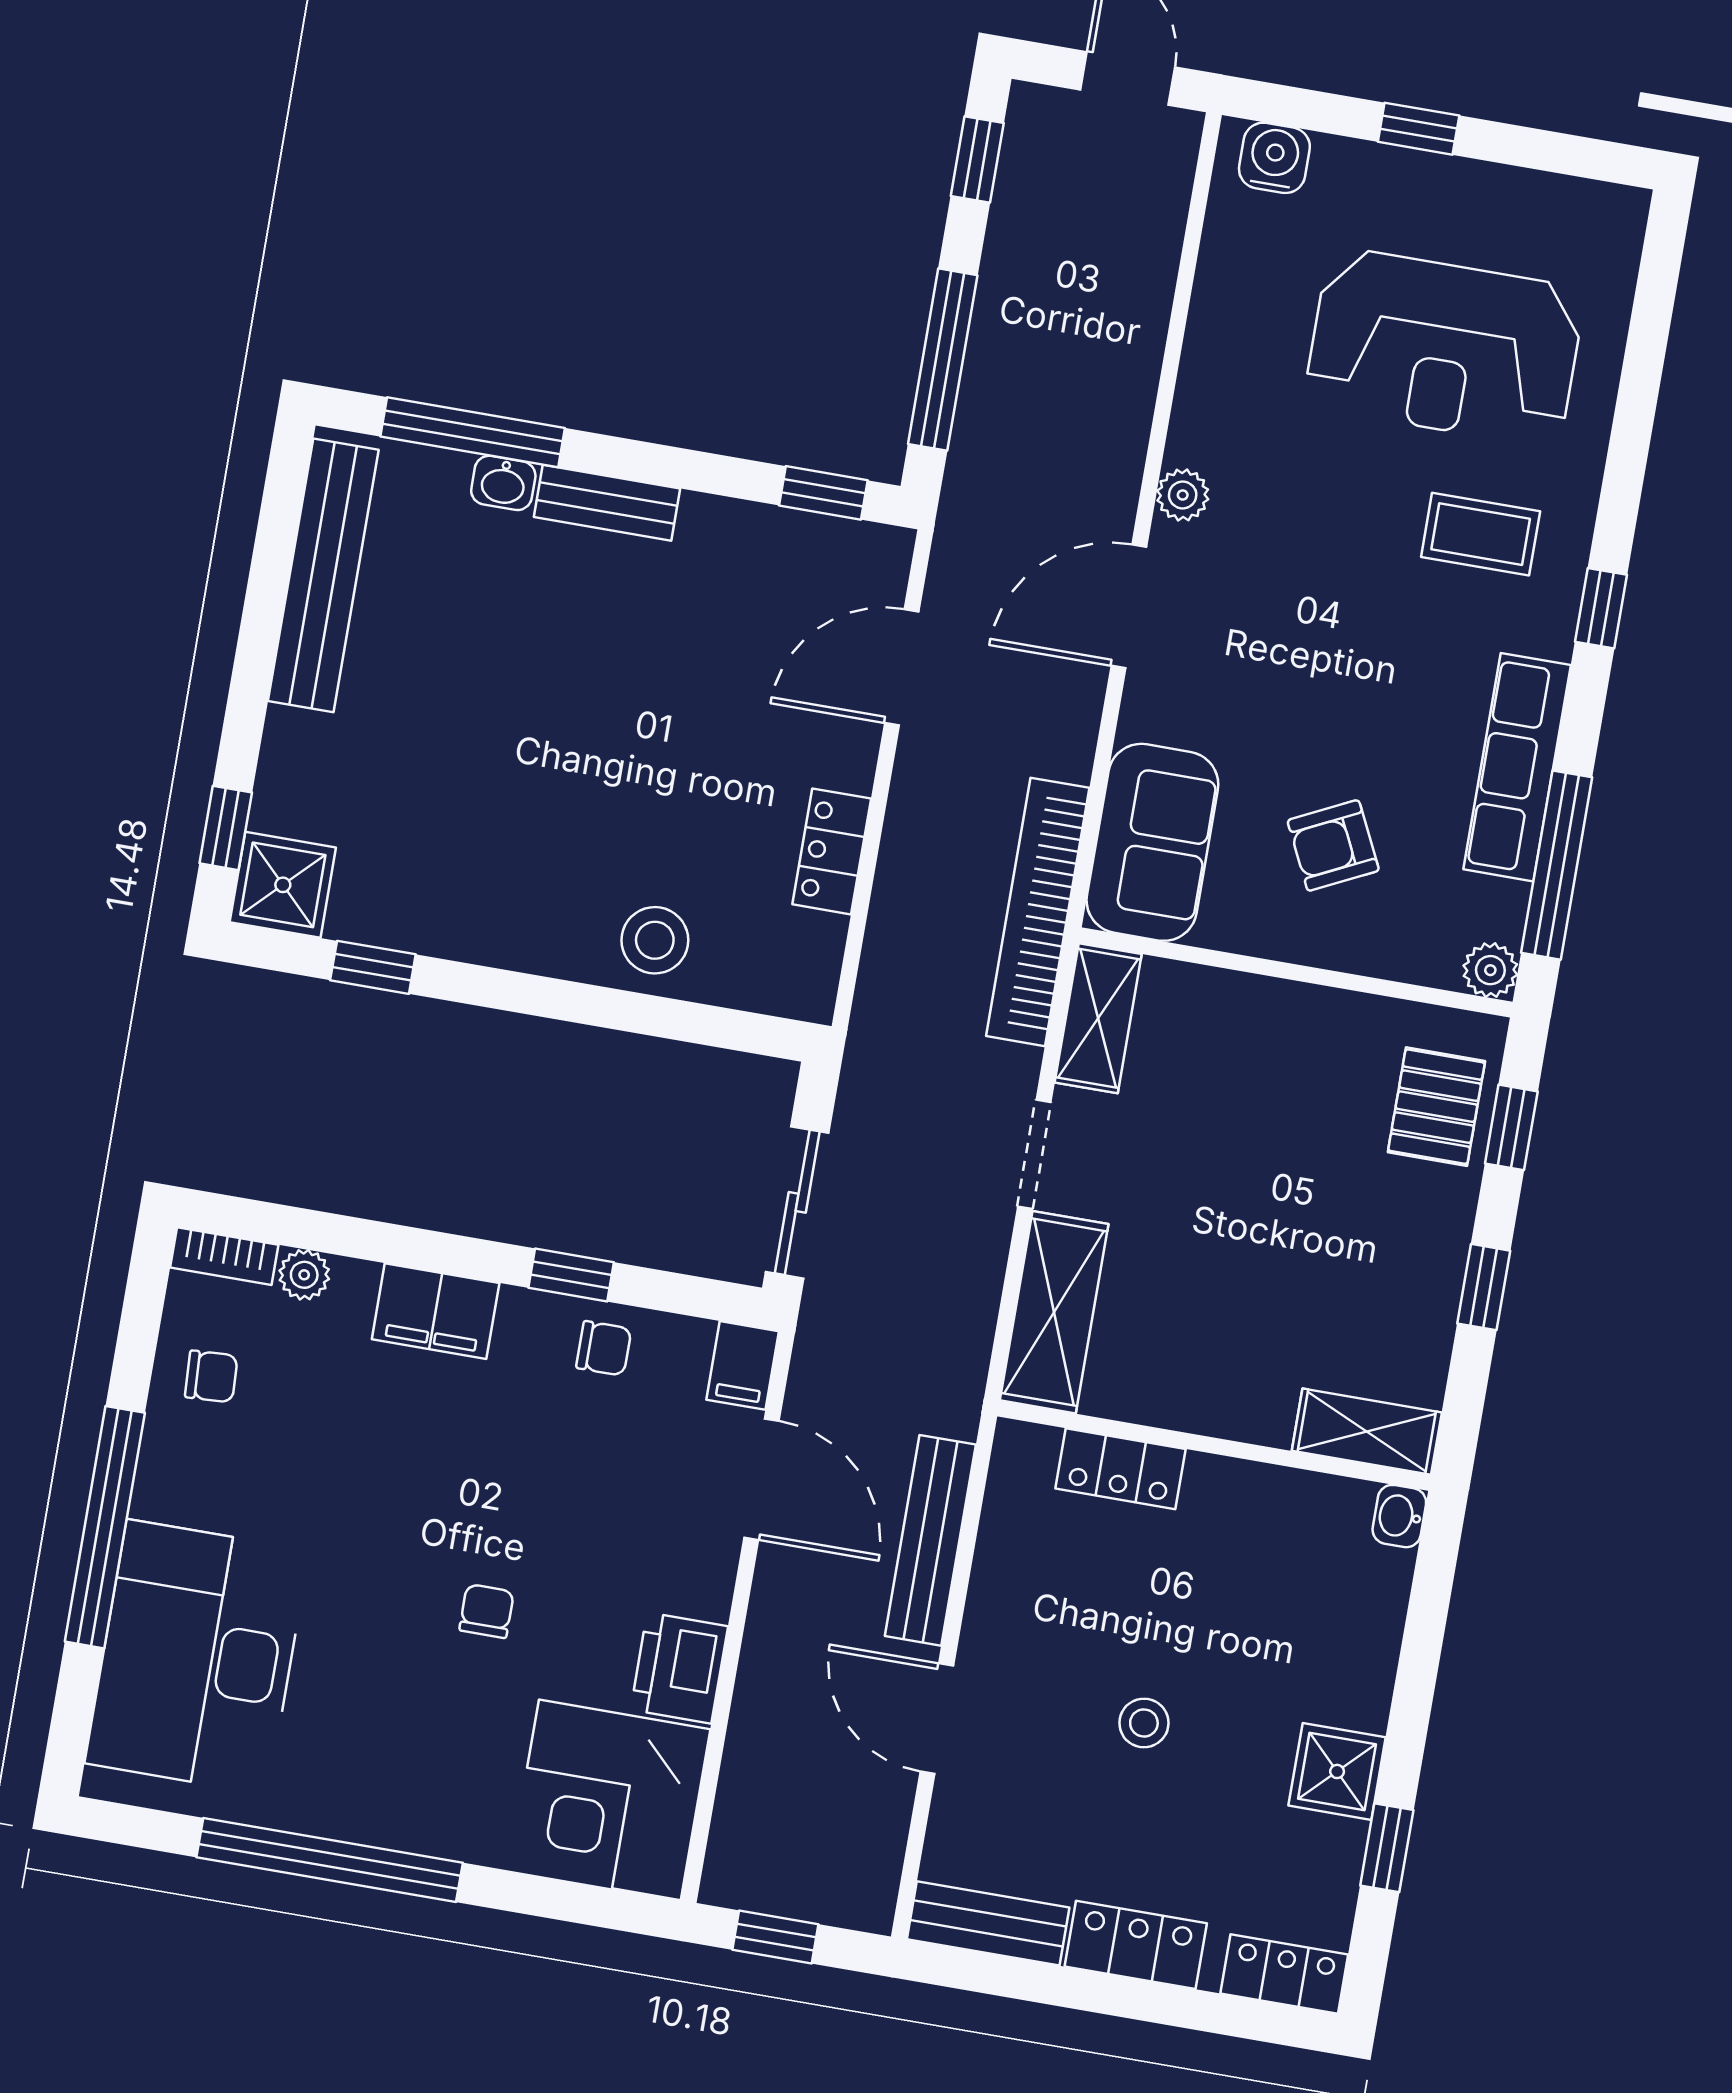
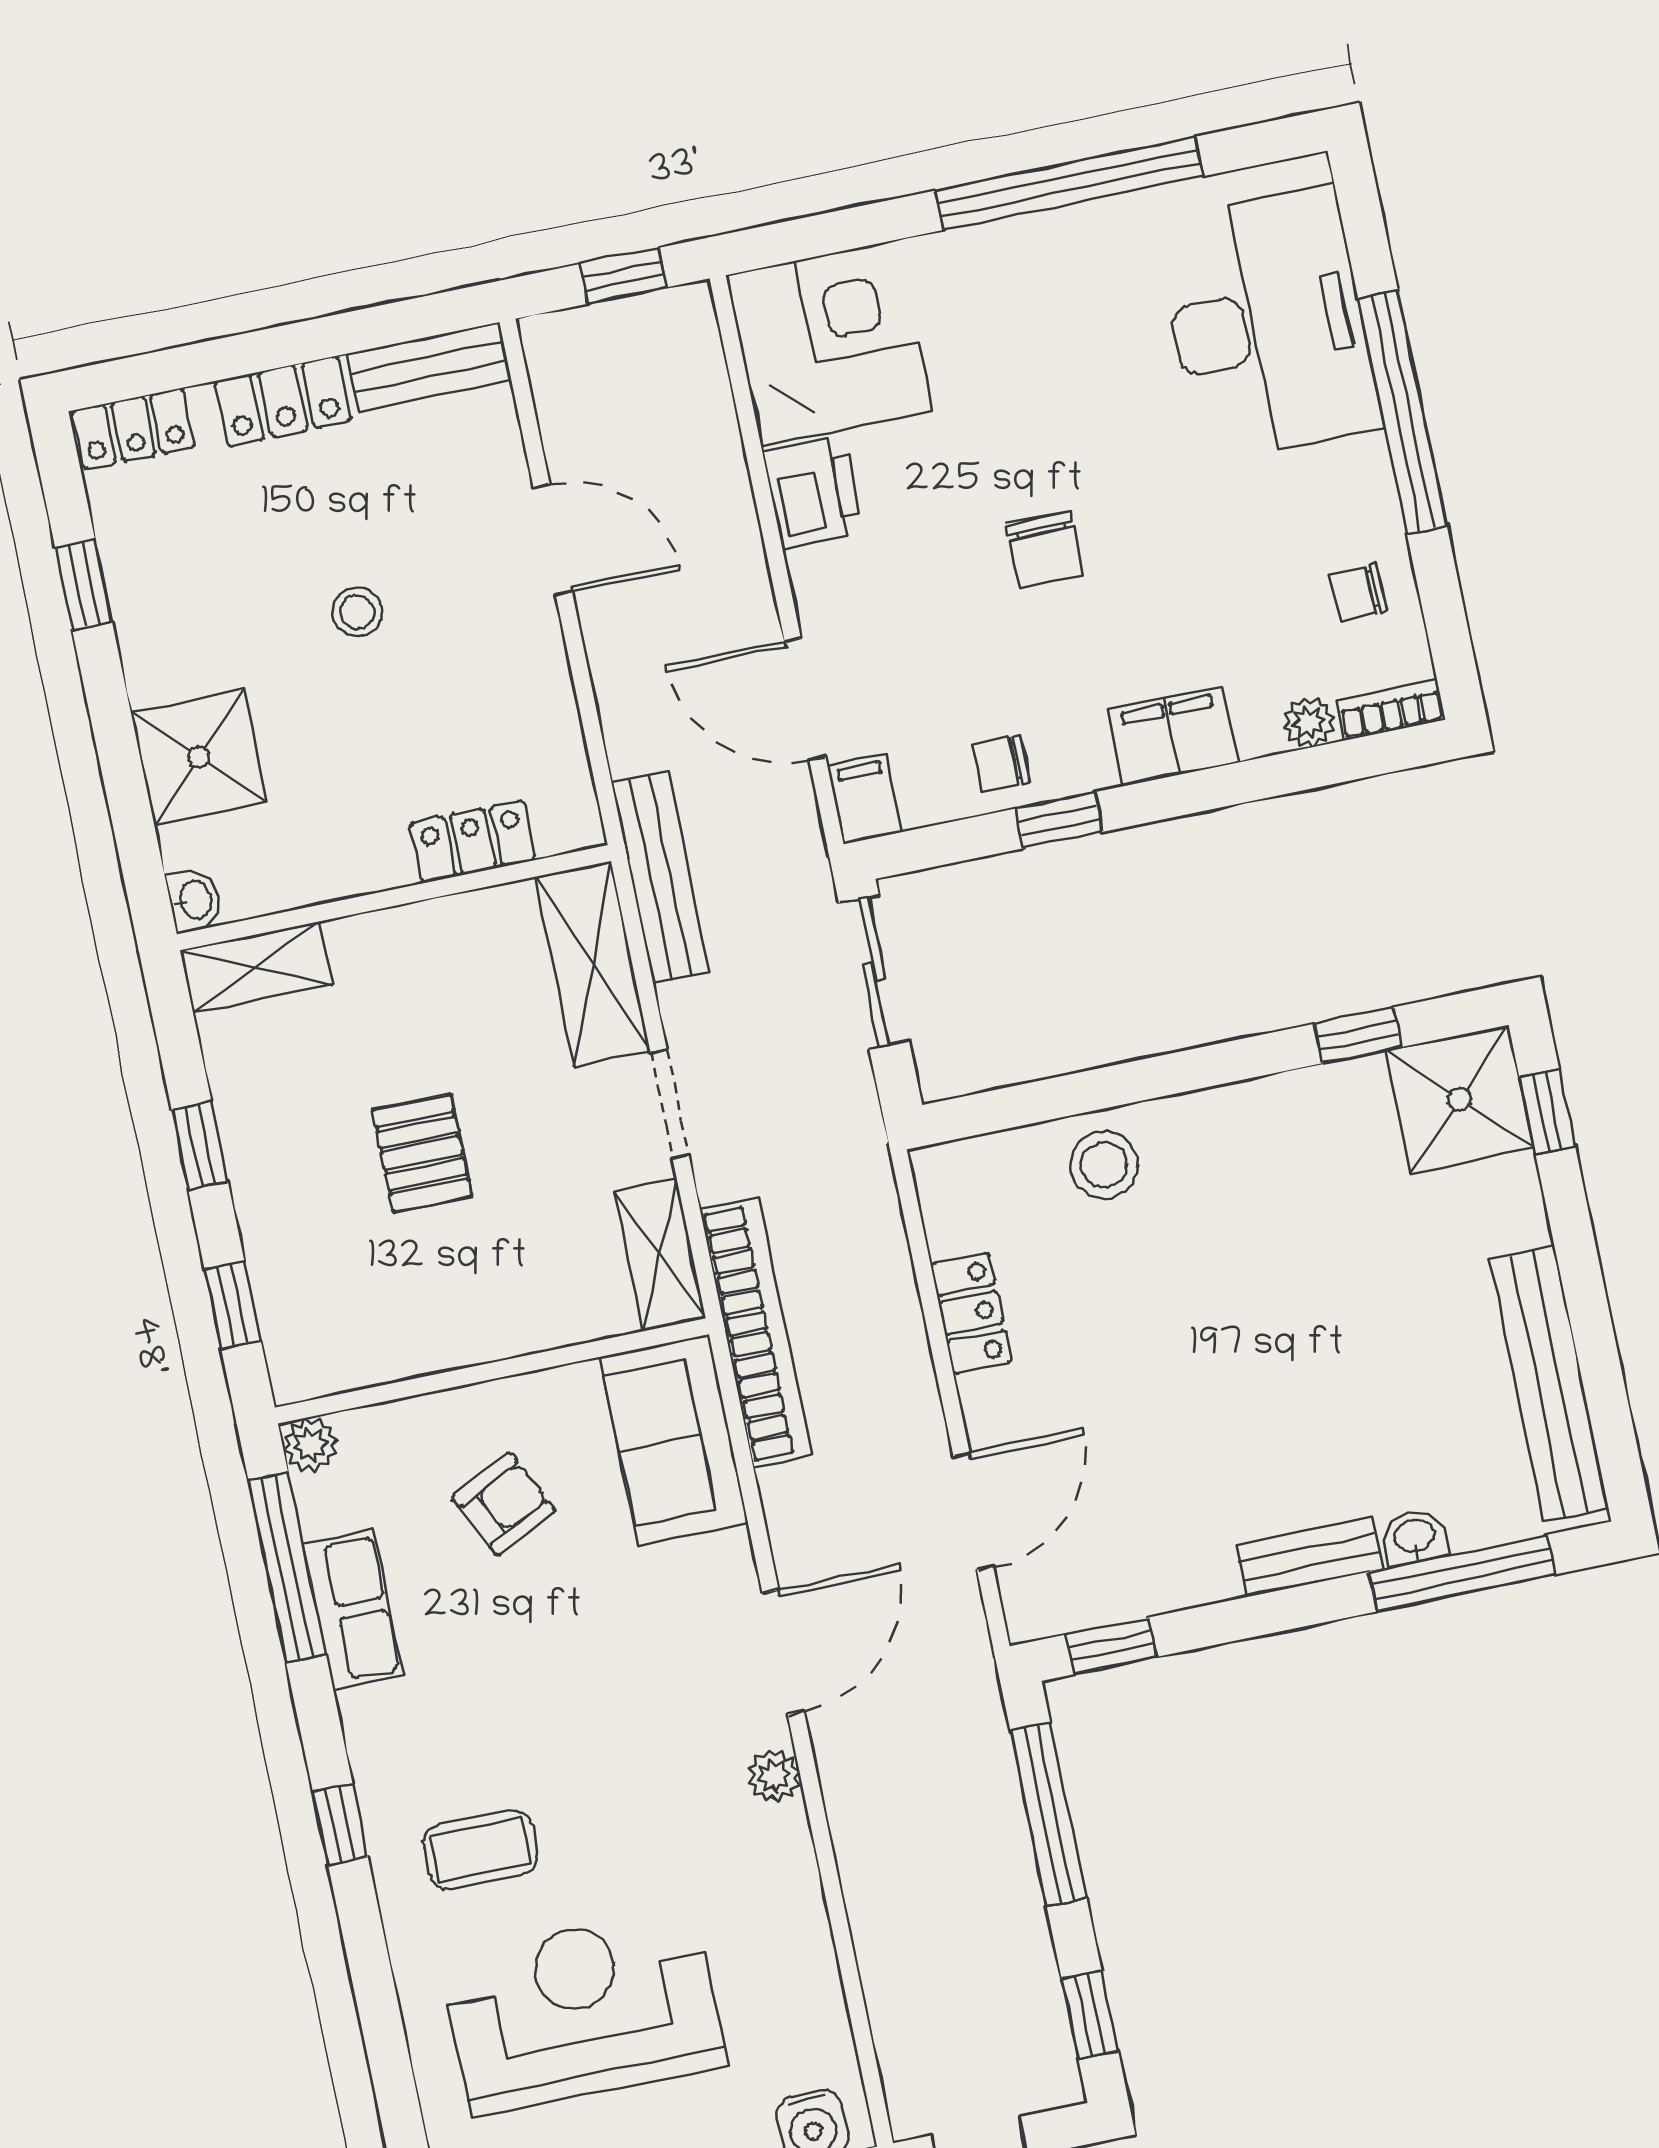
row of seats: (1517, 767) -> (353, 1610), width x0.68
shower: (283, 885) -> (1460, 1099), width x1.36, depth x1.36
pallet: (1436, 1107) -> (422, 1153), moved
bench: (930, 1540) -> (660, 877), moved
chair: (487, 1611) -> (1045, 550), moved, width x1.37, depth x1.37
shower: (1337, 1771) -> (199, 757), moved, width x1.36, depth x1.36

